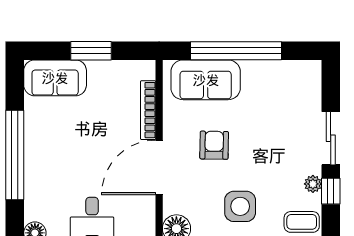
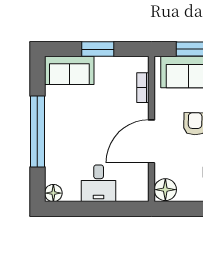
bookcase: (148, 110) -> (143, 88), width x0.64

